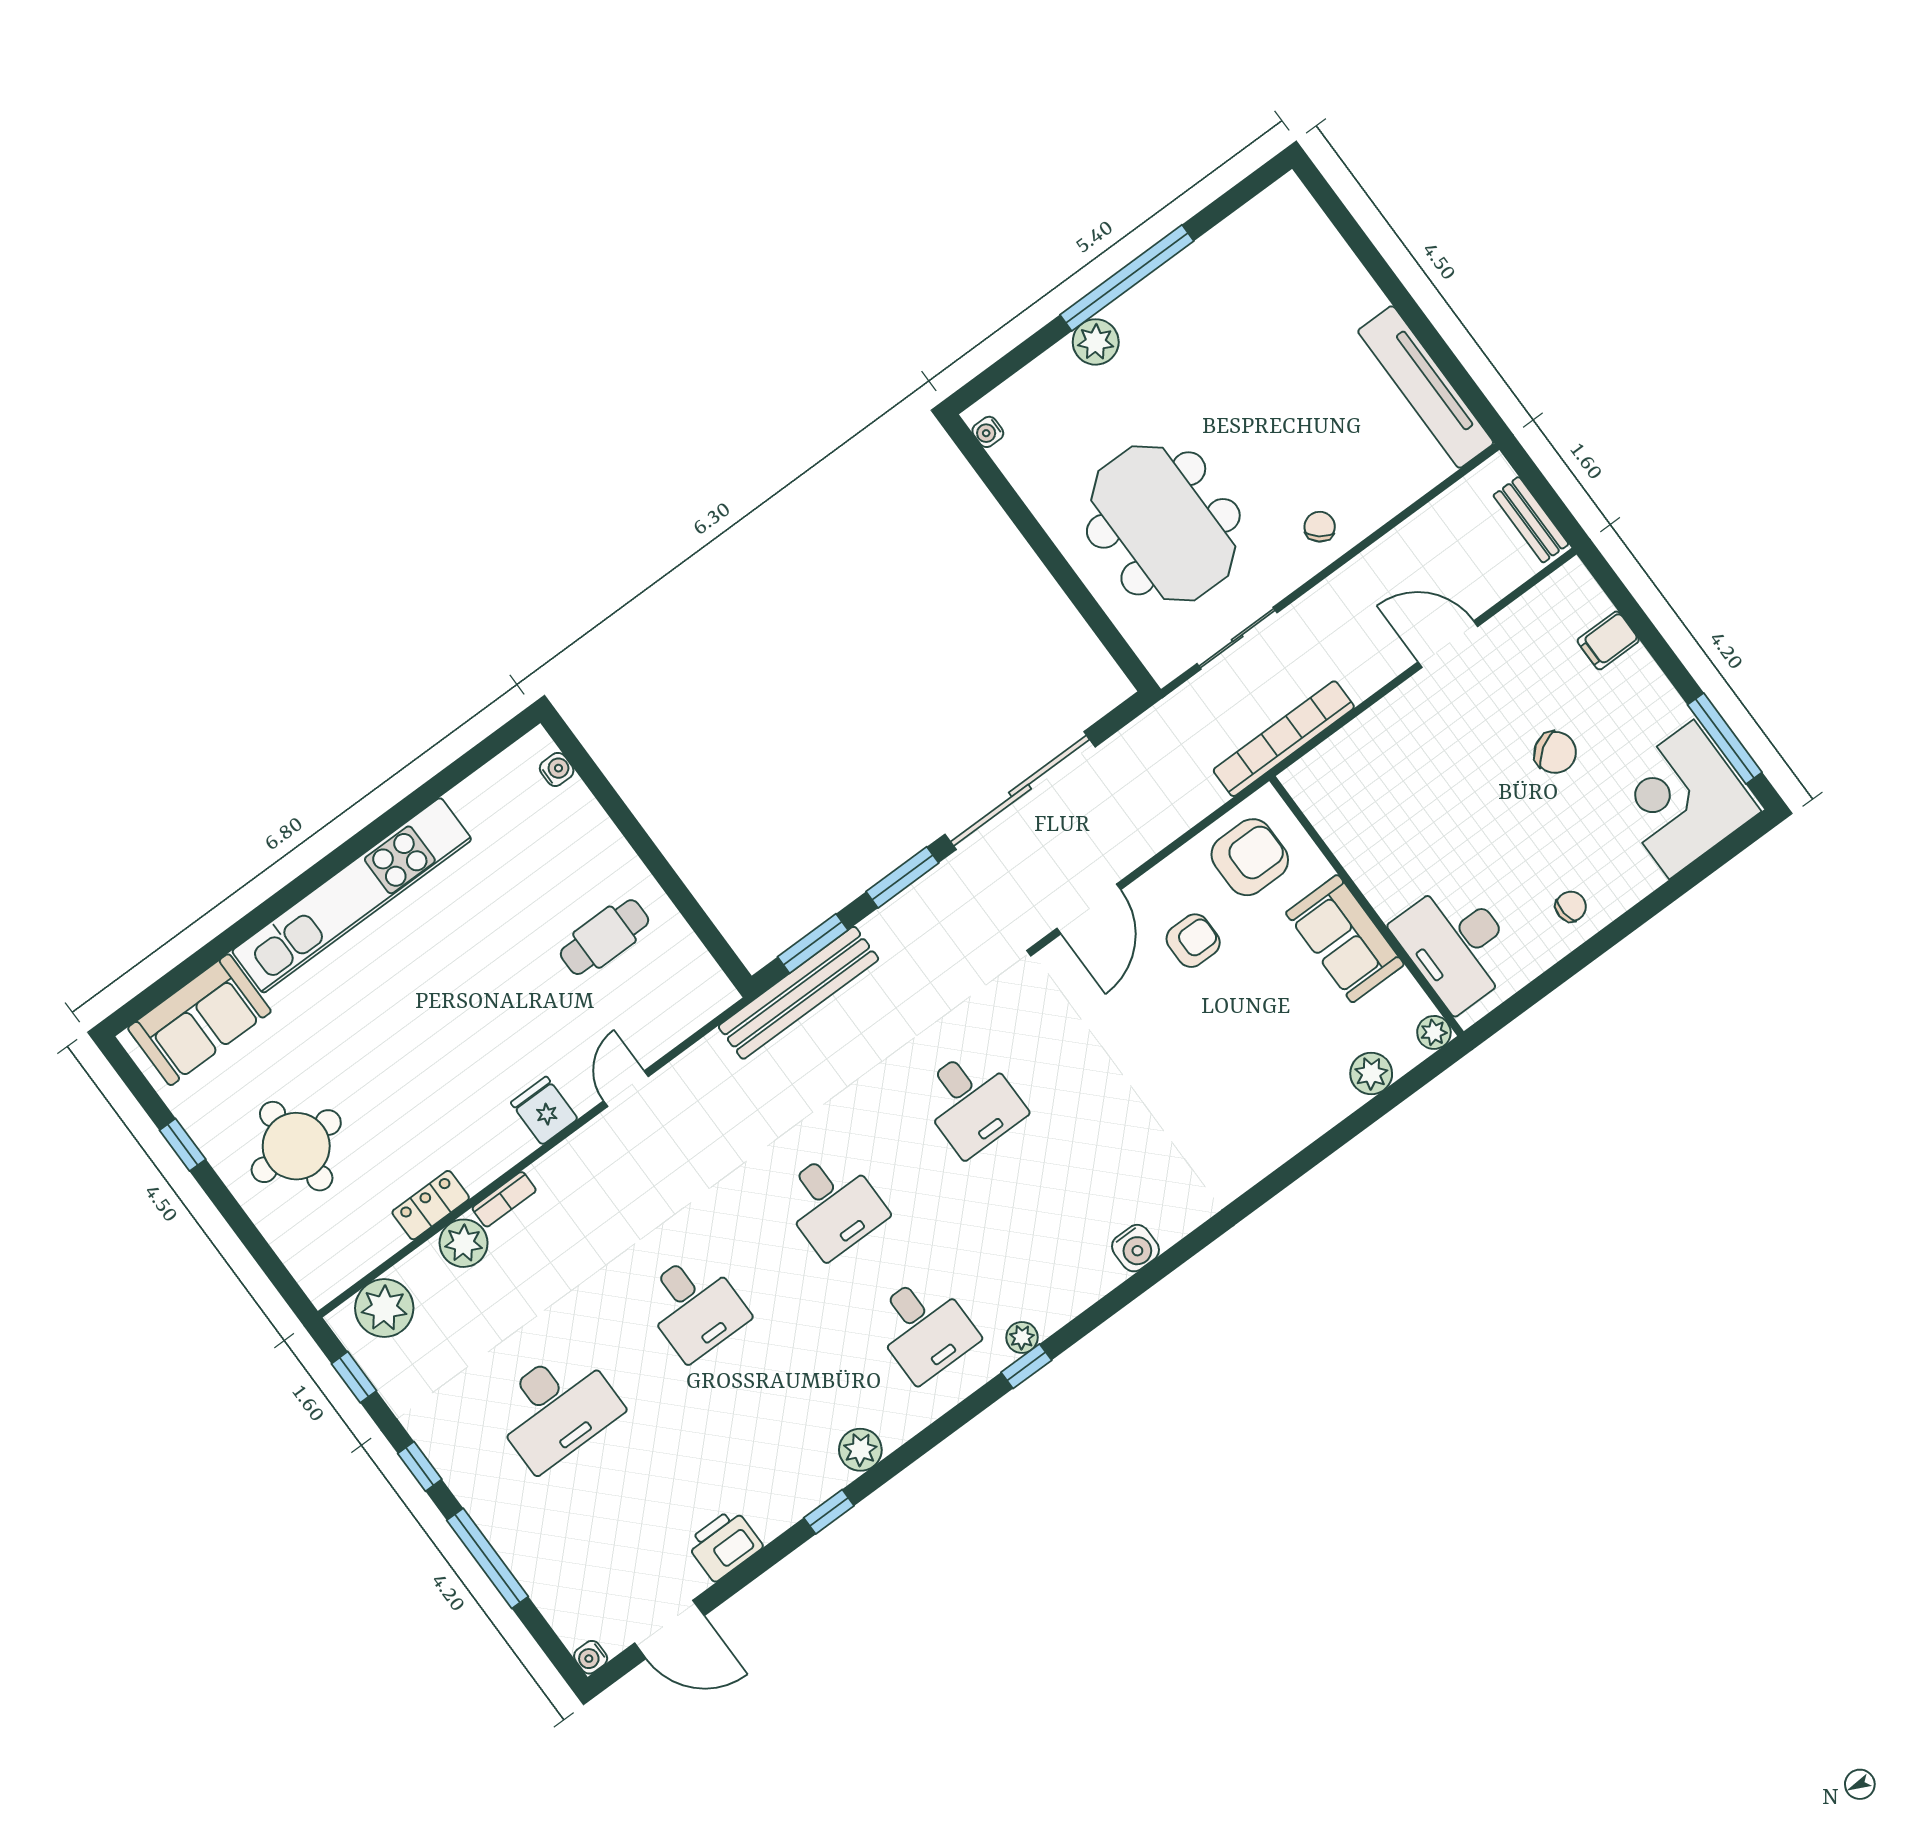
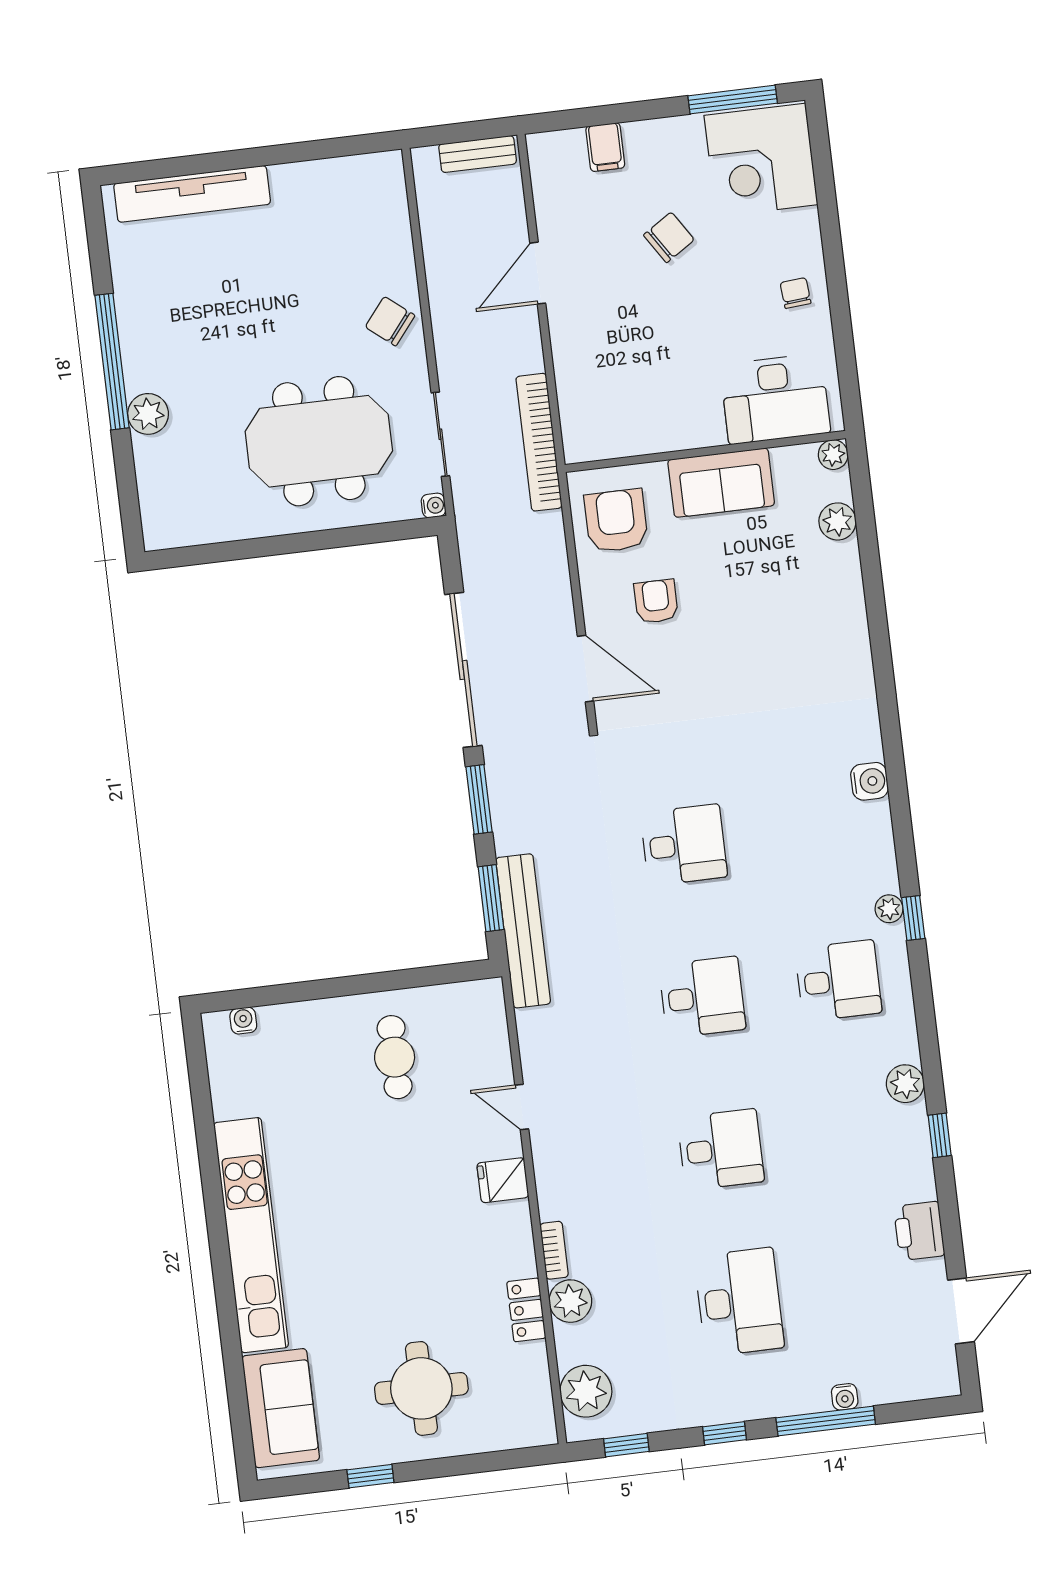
tv unit: (1426, 387) -> (192, 194), moved
water cooler: (988, 432) -> (433, 505), moved, turned -90
chair: (1320, 527) -> (390, 321), width x1.37, depth x1.37
water cooler: (591, 1657) -> (845, 1397), moved

